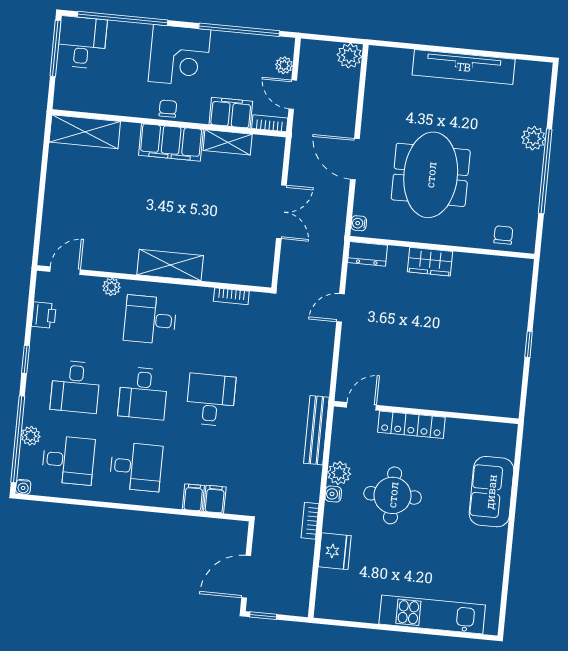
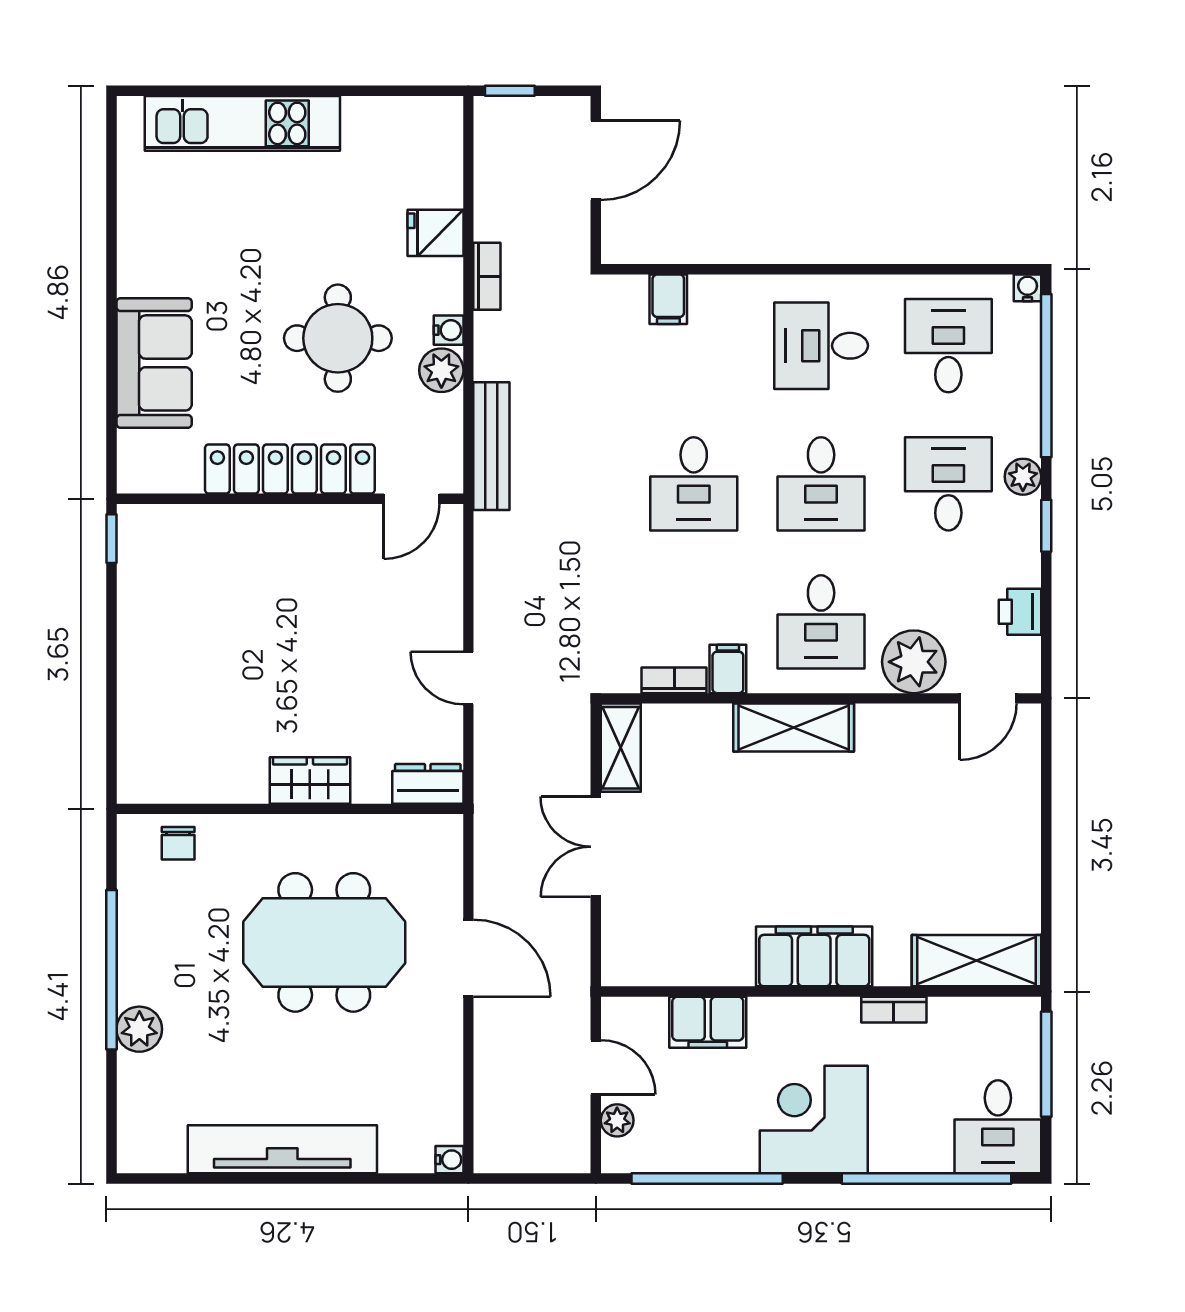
window: (55, 48) -> (1046, 1064), moved
plant: (349, 56) -> (497, 1150), removed
chair: (168, 109) -> (826, 1019), removed
bookcase: (270, 123) -> (894, 1010), moved
shelving: (228, 142) -> (621, 748), moved, turned 90
meeting table: (431, 175) -> (324, 942), turned 90
water cooler: (359, 223) -> (450, 1160), moved
plant: (111, 287) -> (914, 662), width x1.88, depth x1.88
door: (341, 308) -> (468, 678), swing flipped
desk: (150, 320) -> (821, 622), turned 90
window: (529, 344) -> (111, 539), moved
desk: (143, 393) -> (821, 484), turned 180
locker: (411, 425) -> (290, 469), width x1.41, depth x1.21
plant: (31, 436) -> (1023, 477), moved
desk: (68, 460) -> (948, 346), turned 90
filing cabinet: (193, 497) -> (728, 669), moved, turned 180
fridge: (335, 551) -> (436, 233), width x0.72
window: (263, 616) -> (510, 91), moved

